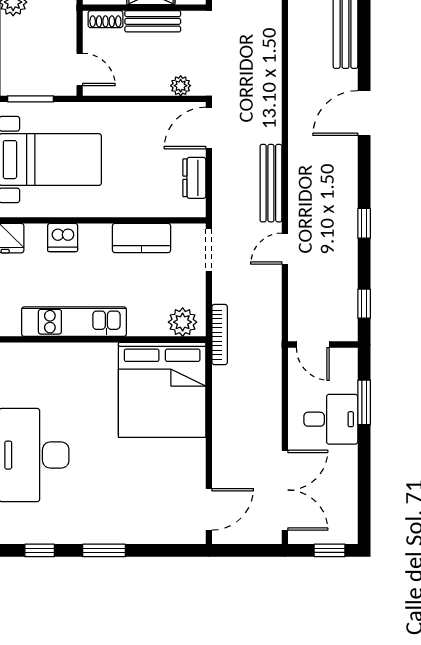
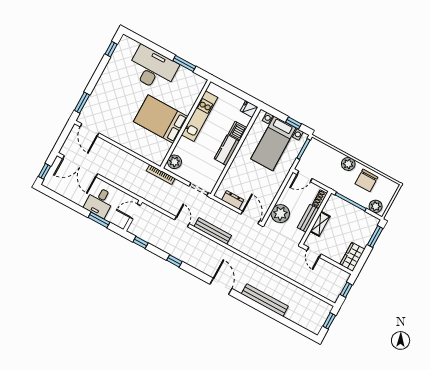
plant: (181, 86) -> (280, 214), width x1.88, depth x1.88
kitchen counter: (142, 238) -> (227, 150), moved
bed: (162, 390) -> (161, 119), moved, width x0.73
window: (104, 550) -> (82, 103), moved

